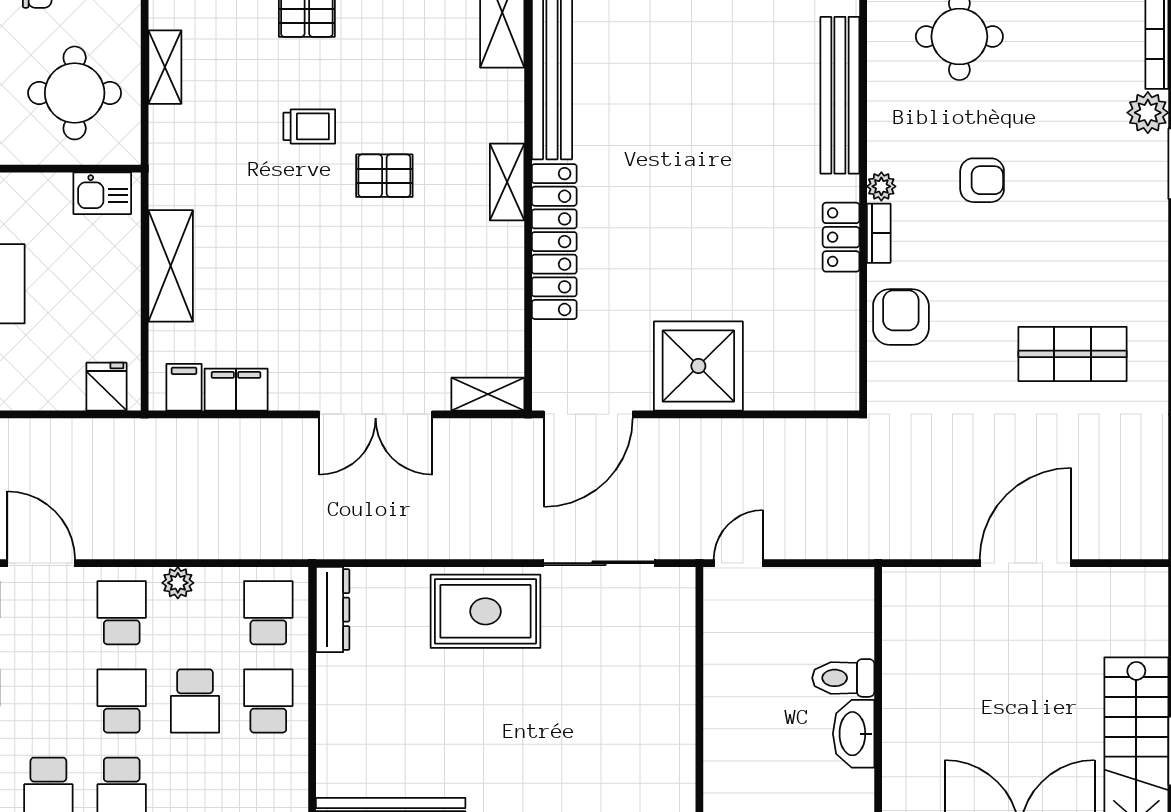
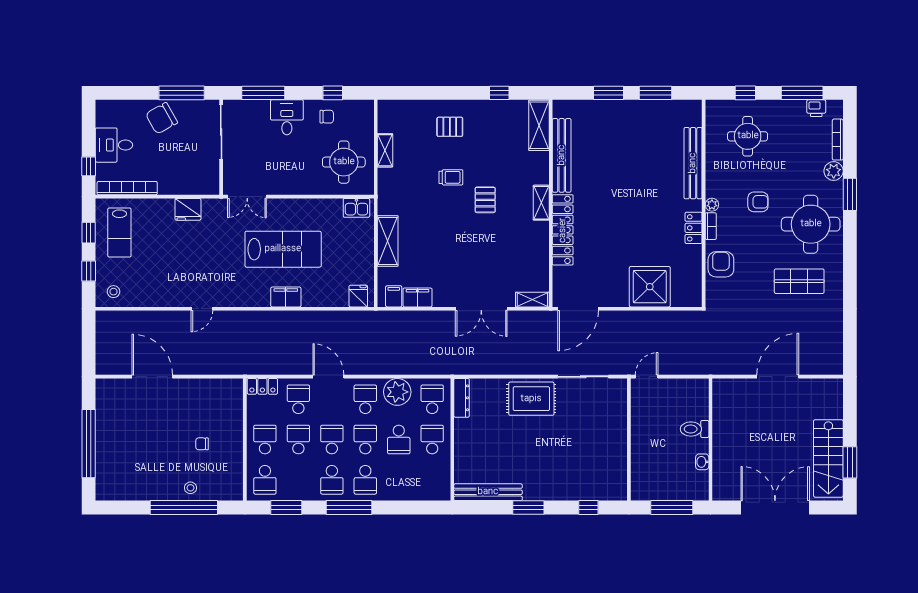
pallet: (384, 176) -> (485, 200), turned 90
round table: (1098, 229) -> (811, 224), added
shower: (698, 366) -> (650, 287), moved
plant: (178, 583) -> (397, 392), width x1.88, depth x1.88
school desk: (48, 701) -> (332, 440), added
washbasin: (854, 734) -> (702, 462), width x0.52, depth x0.69

